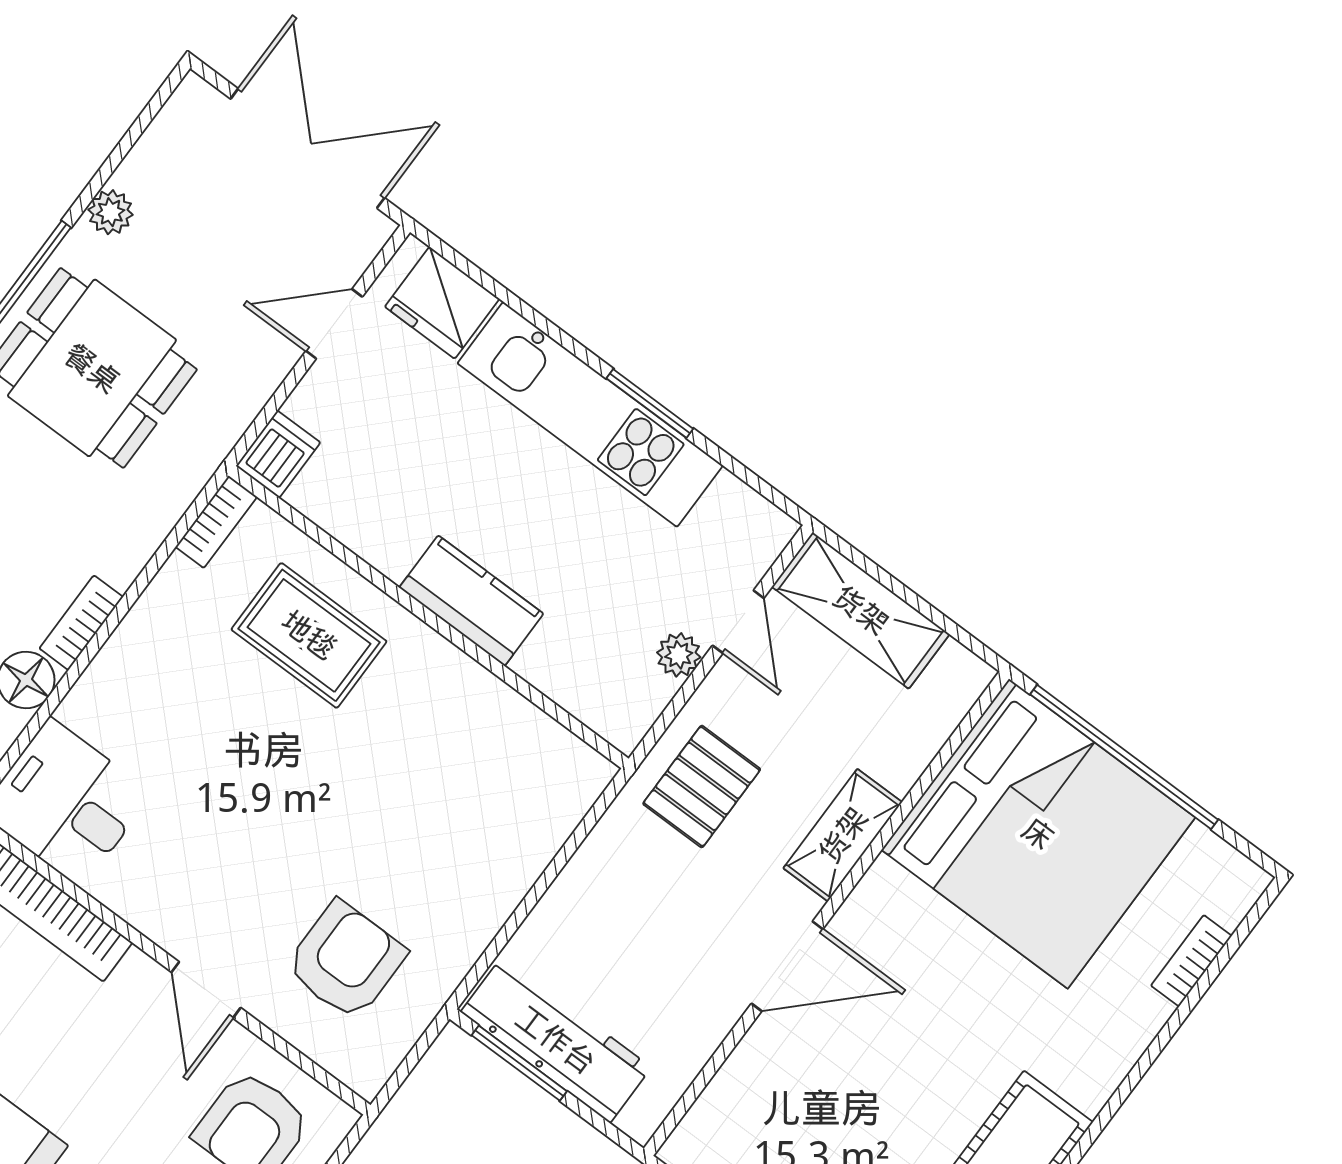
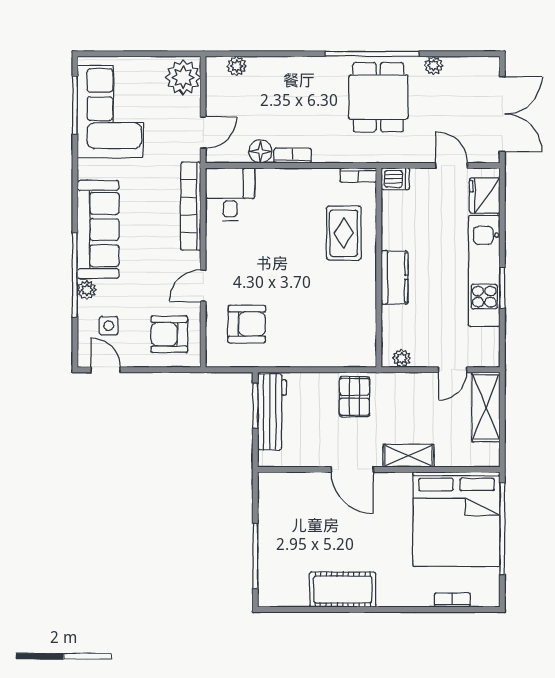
plant: (679, 655) -> (402, 358), moved
pallet: (702, 786) -> (354, 397), moved, turned 90

